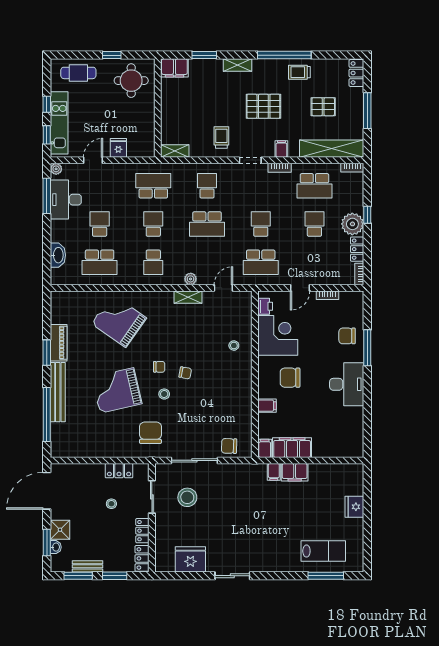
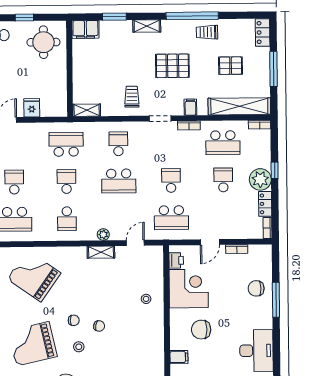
desk: (347, 384) -> (256, 351), moved

